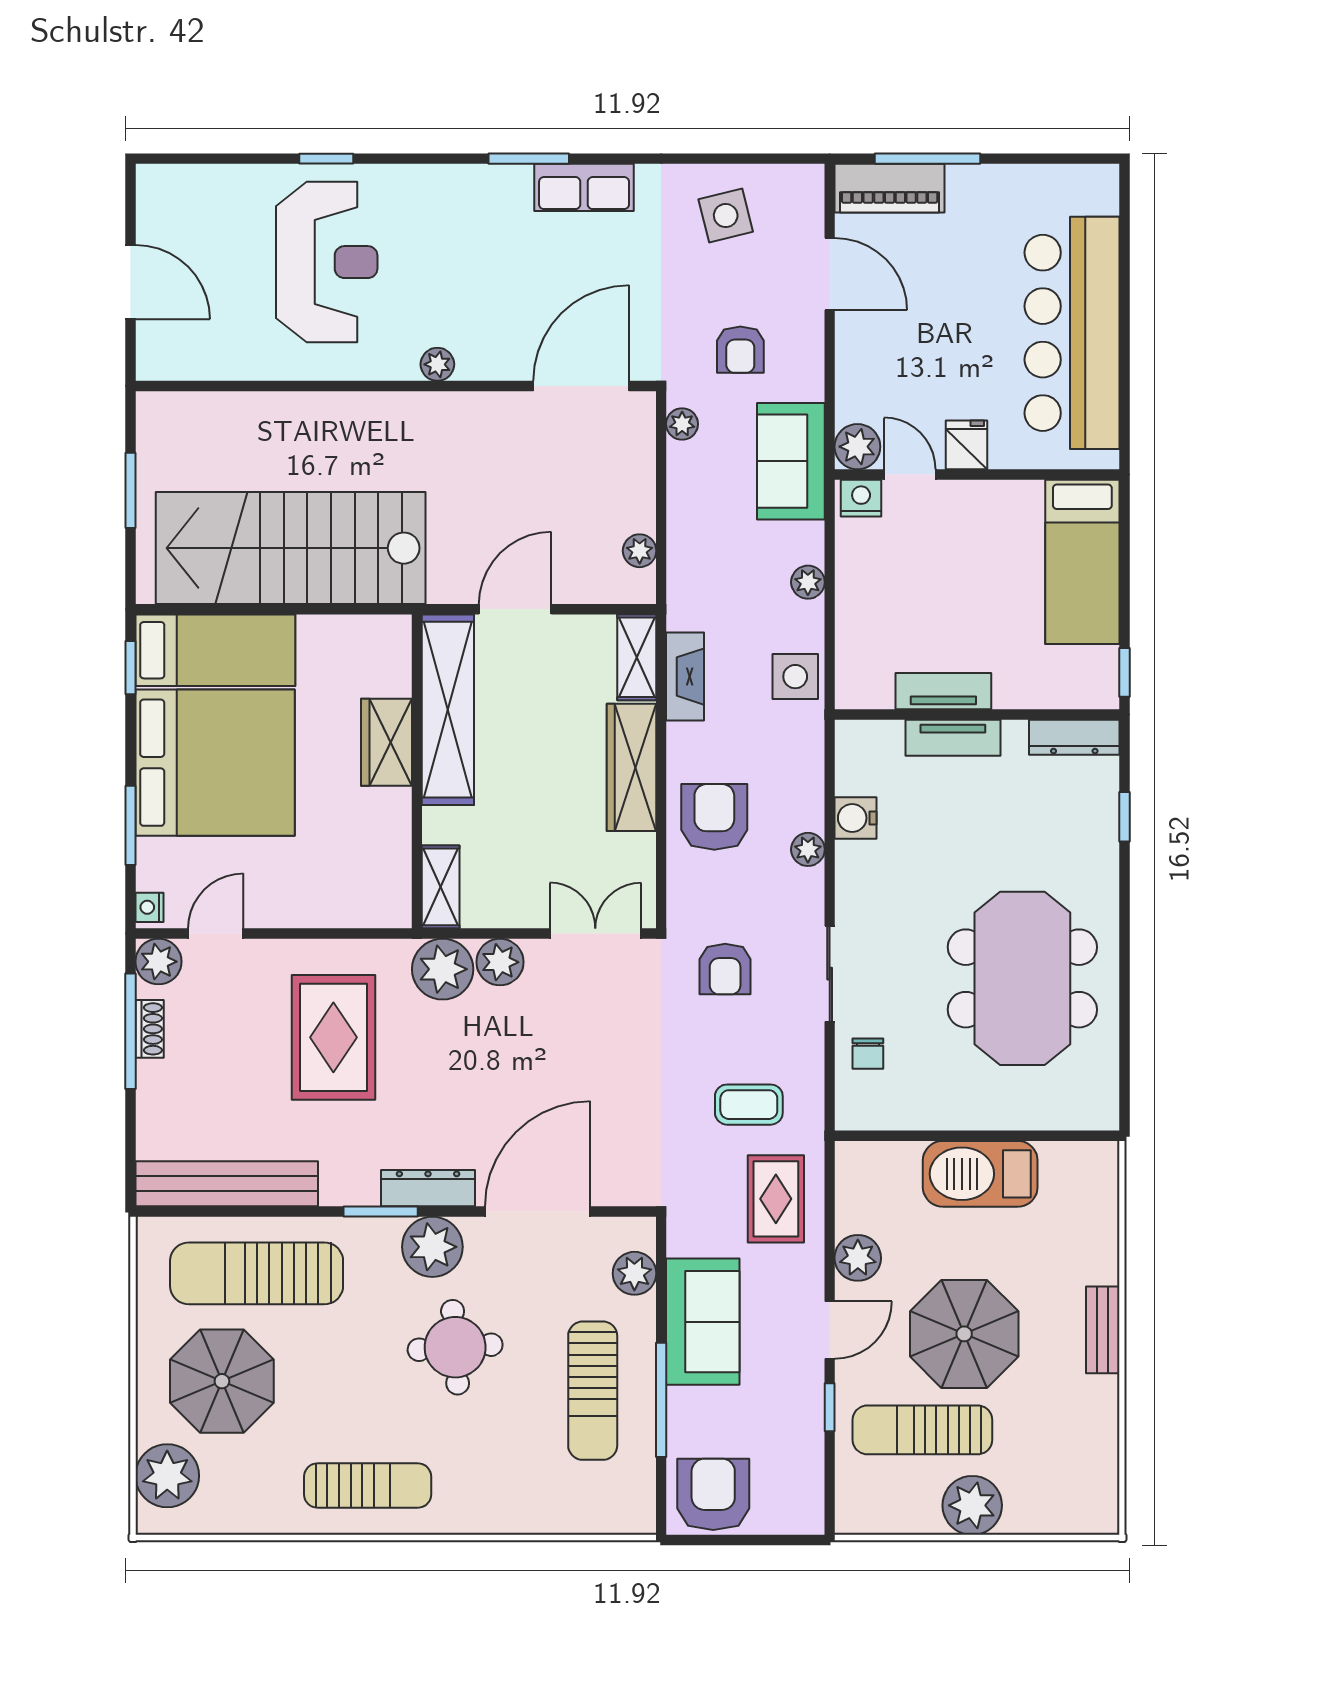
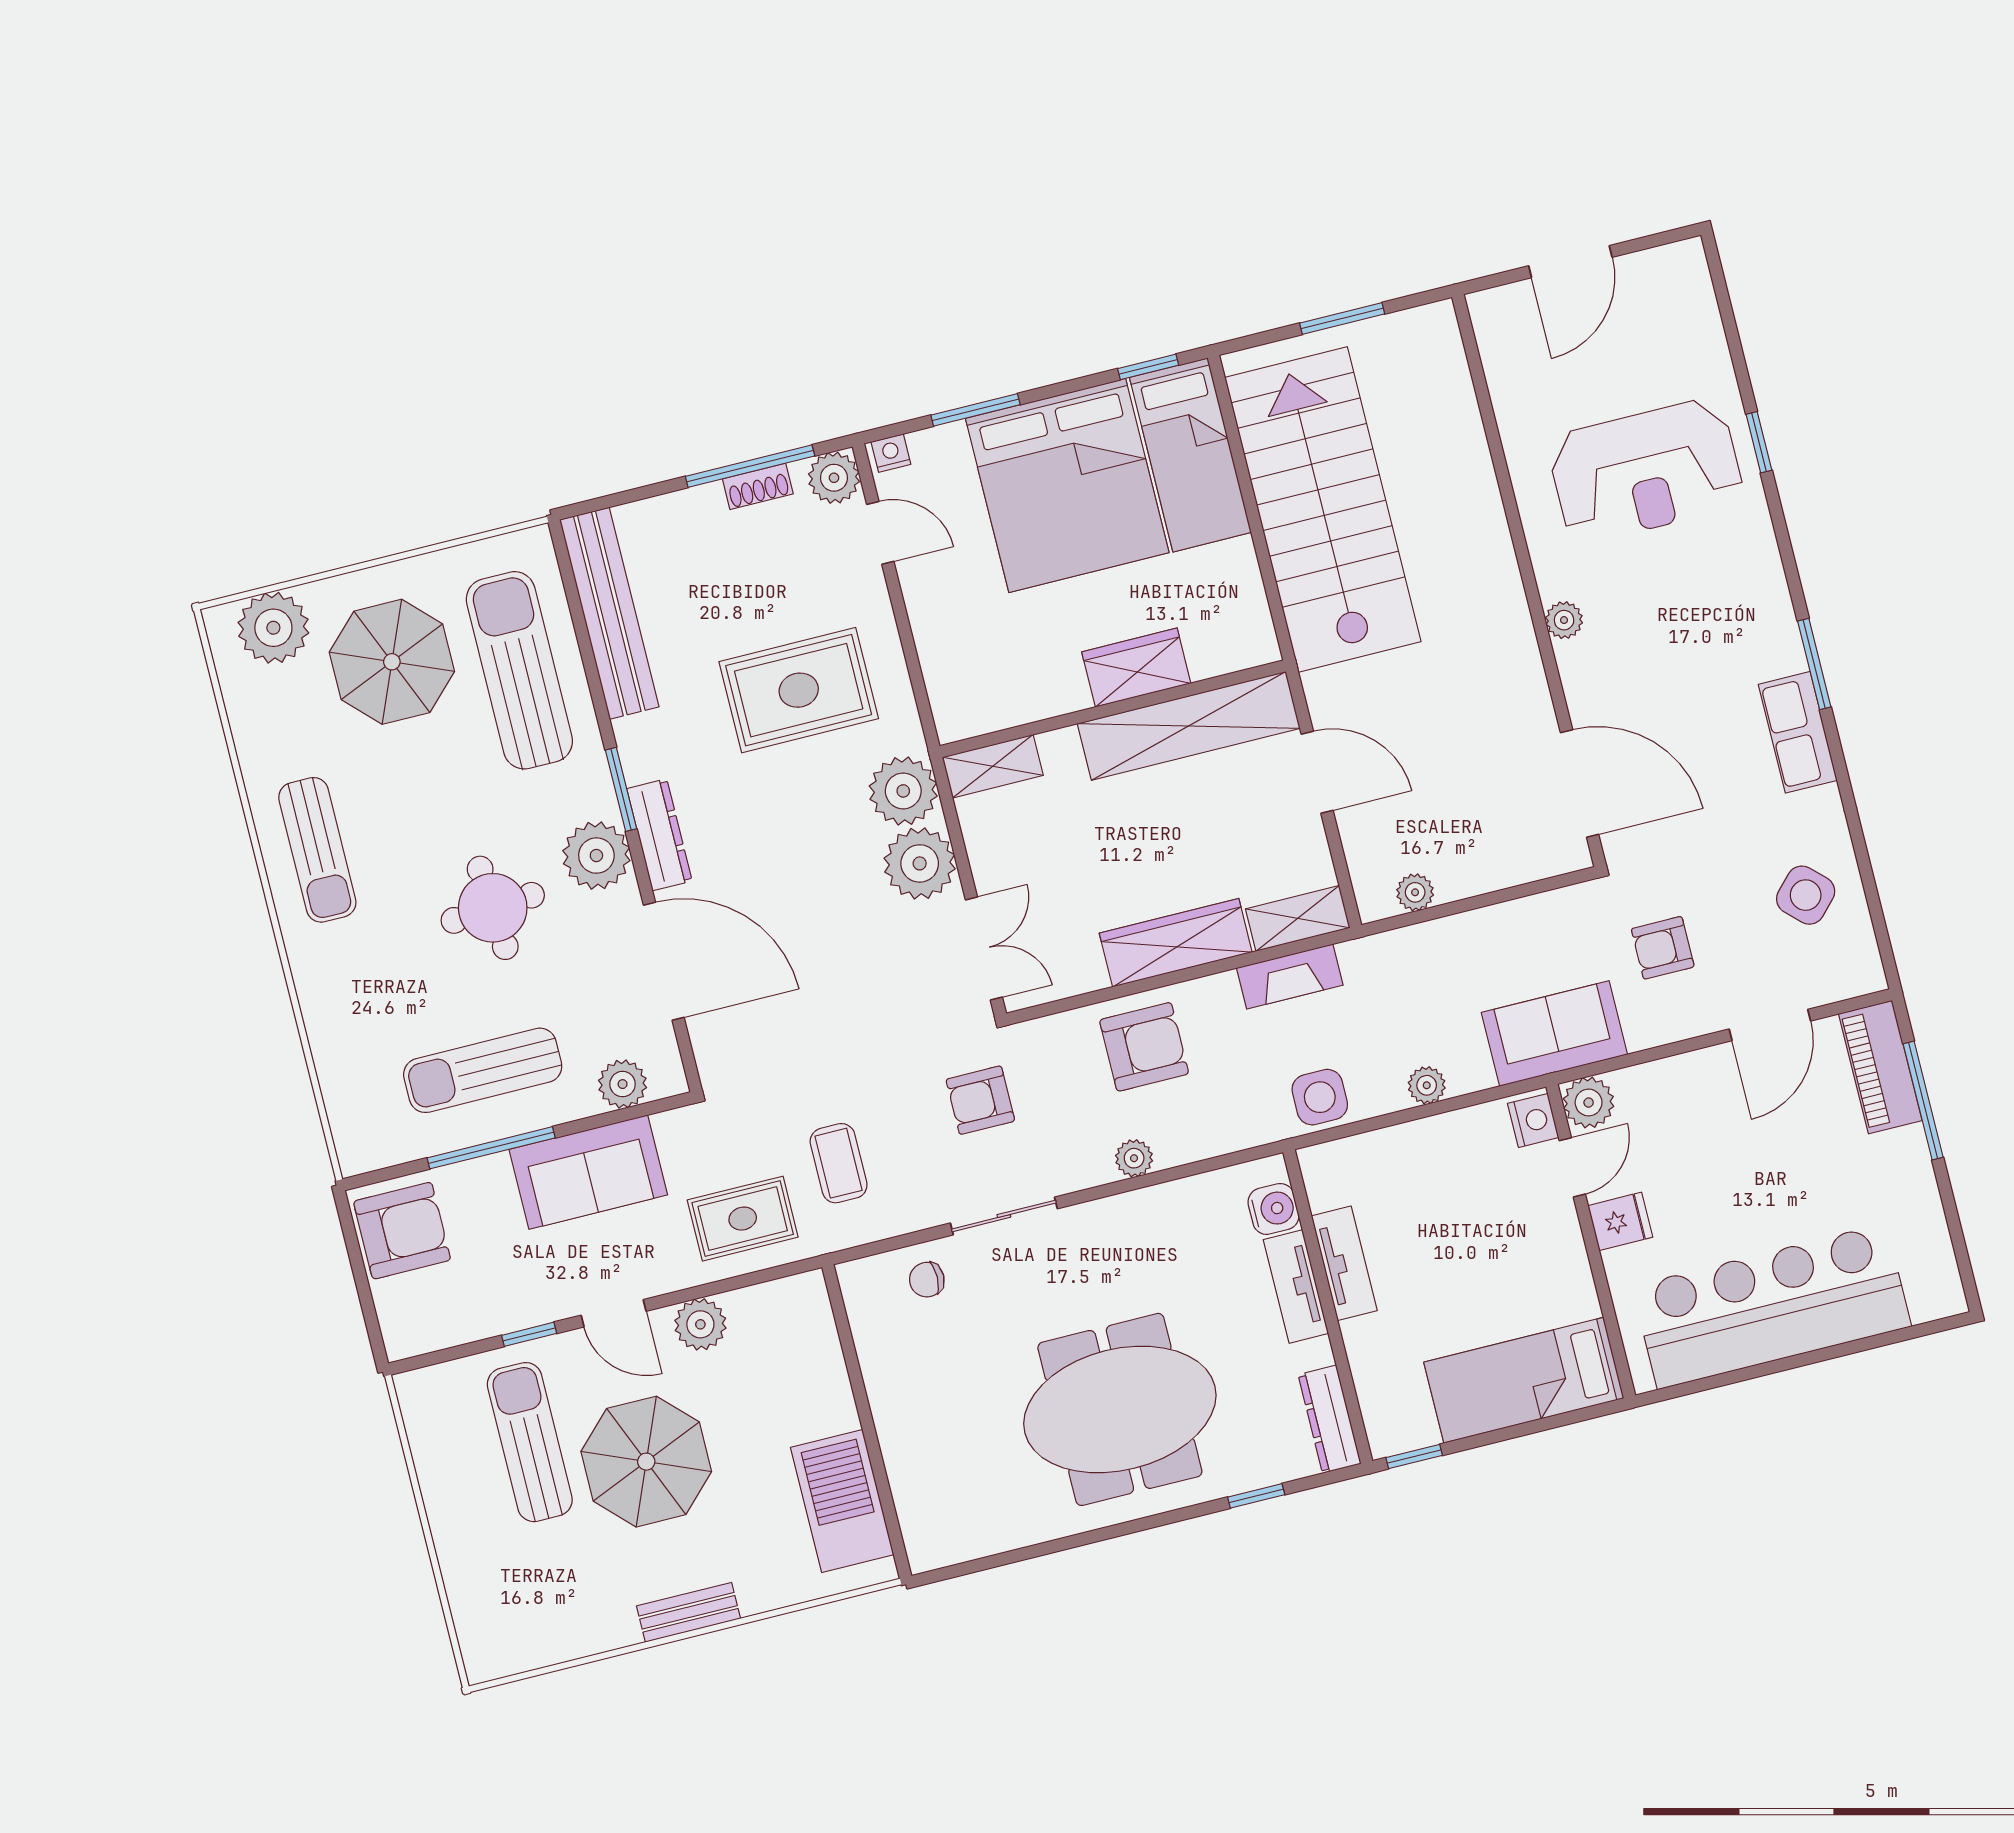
side table: (726, 216) -> (1806, 895), turned -32
plant: (682, 424) -> (1566, 904), removed
water cooler: (855, 818) -> (1273, 1209), moved, turned 90
plant: (500, 962) -> (920, 863), width x1.36, depth x1.36
meeting table: (1022, 978) -> (1120, 1409), moved
barbecue: (980, 1174) -> (842, 1501), moved
plant: (972, 1505) -> (461, 1517), removed

